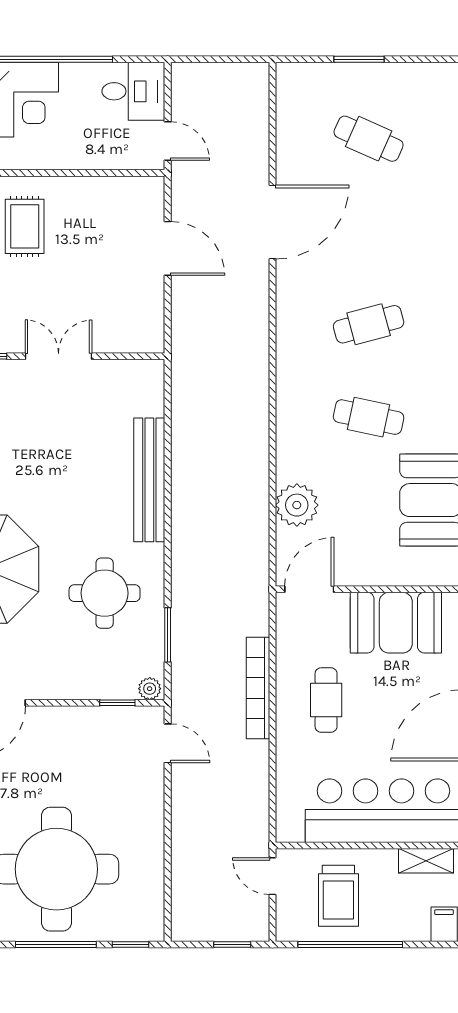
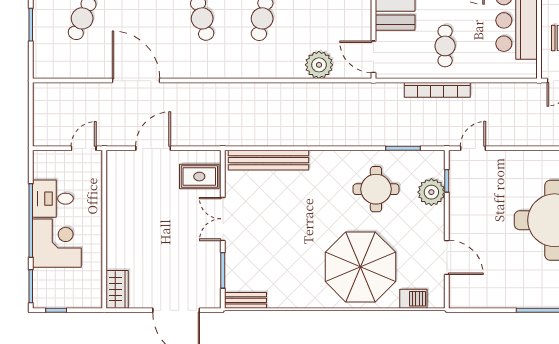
desk: (133, 91) -> (53, 199), moved, turned -90
rug: (25, 226) -> (199, 177), moved
bench: (149, 480) -> (268, 160), moved
plant: (150, 689) -> (431, 192), moved, width x1.88, depth x1.88
cafe table: (326, 700) -> (445, 46), turned 90

